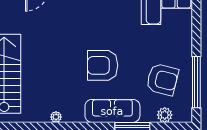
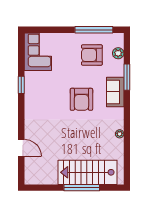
armchair: (162, 80) -> (92, 55), turned -104
sofa: (112, 111) -> (115, 92), width x0.73

